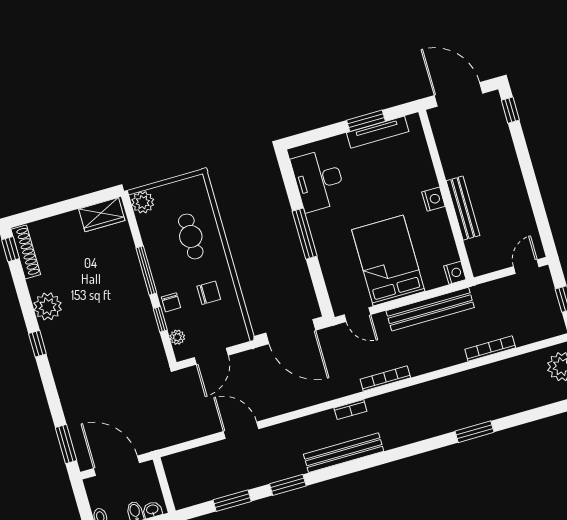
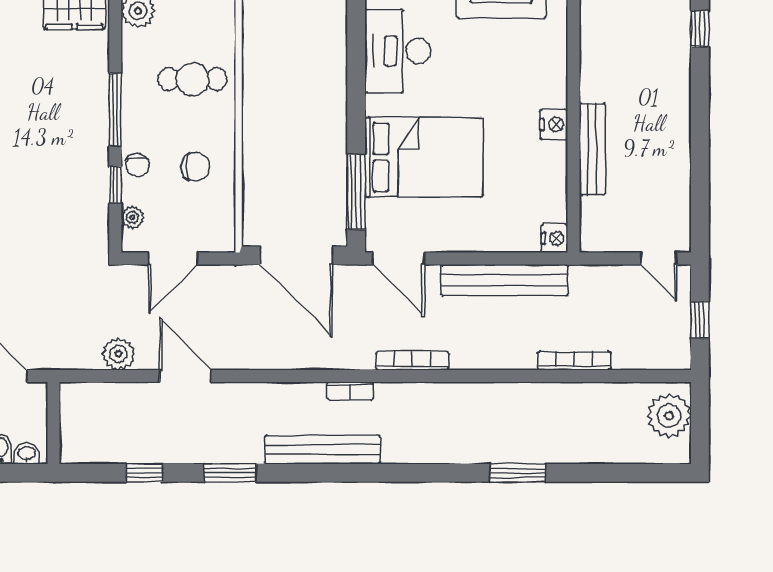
window: (305, 234) -> (356, 192), moved
cafe table: (191, 236) -> (192, 79), turned 90
bed: (388, 260) -> (424, 157), moved, turned 90
door: (526, 267) -> (659, 258), swing flipped
door: (357, 315) -> (398, 258), width x1.38
plant: (193, 428) -> (118, 354), added
window: (232, 501) -> (144, 473), width x0.67

